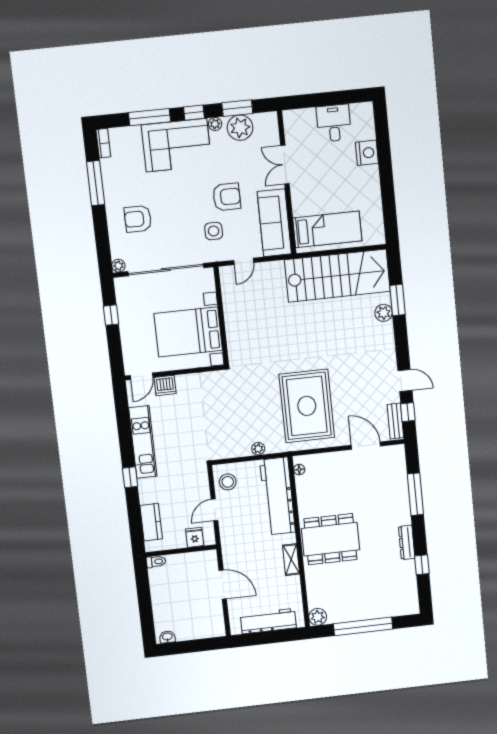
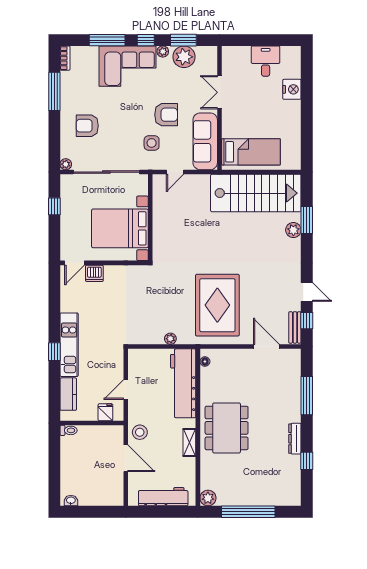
kitchen unit: (143, 442) -> (69, 345), moved
stool: (228, 482) -> (140, 432), moved
dining table: (330, 539) -> (227, 428), turned 90

